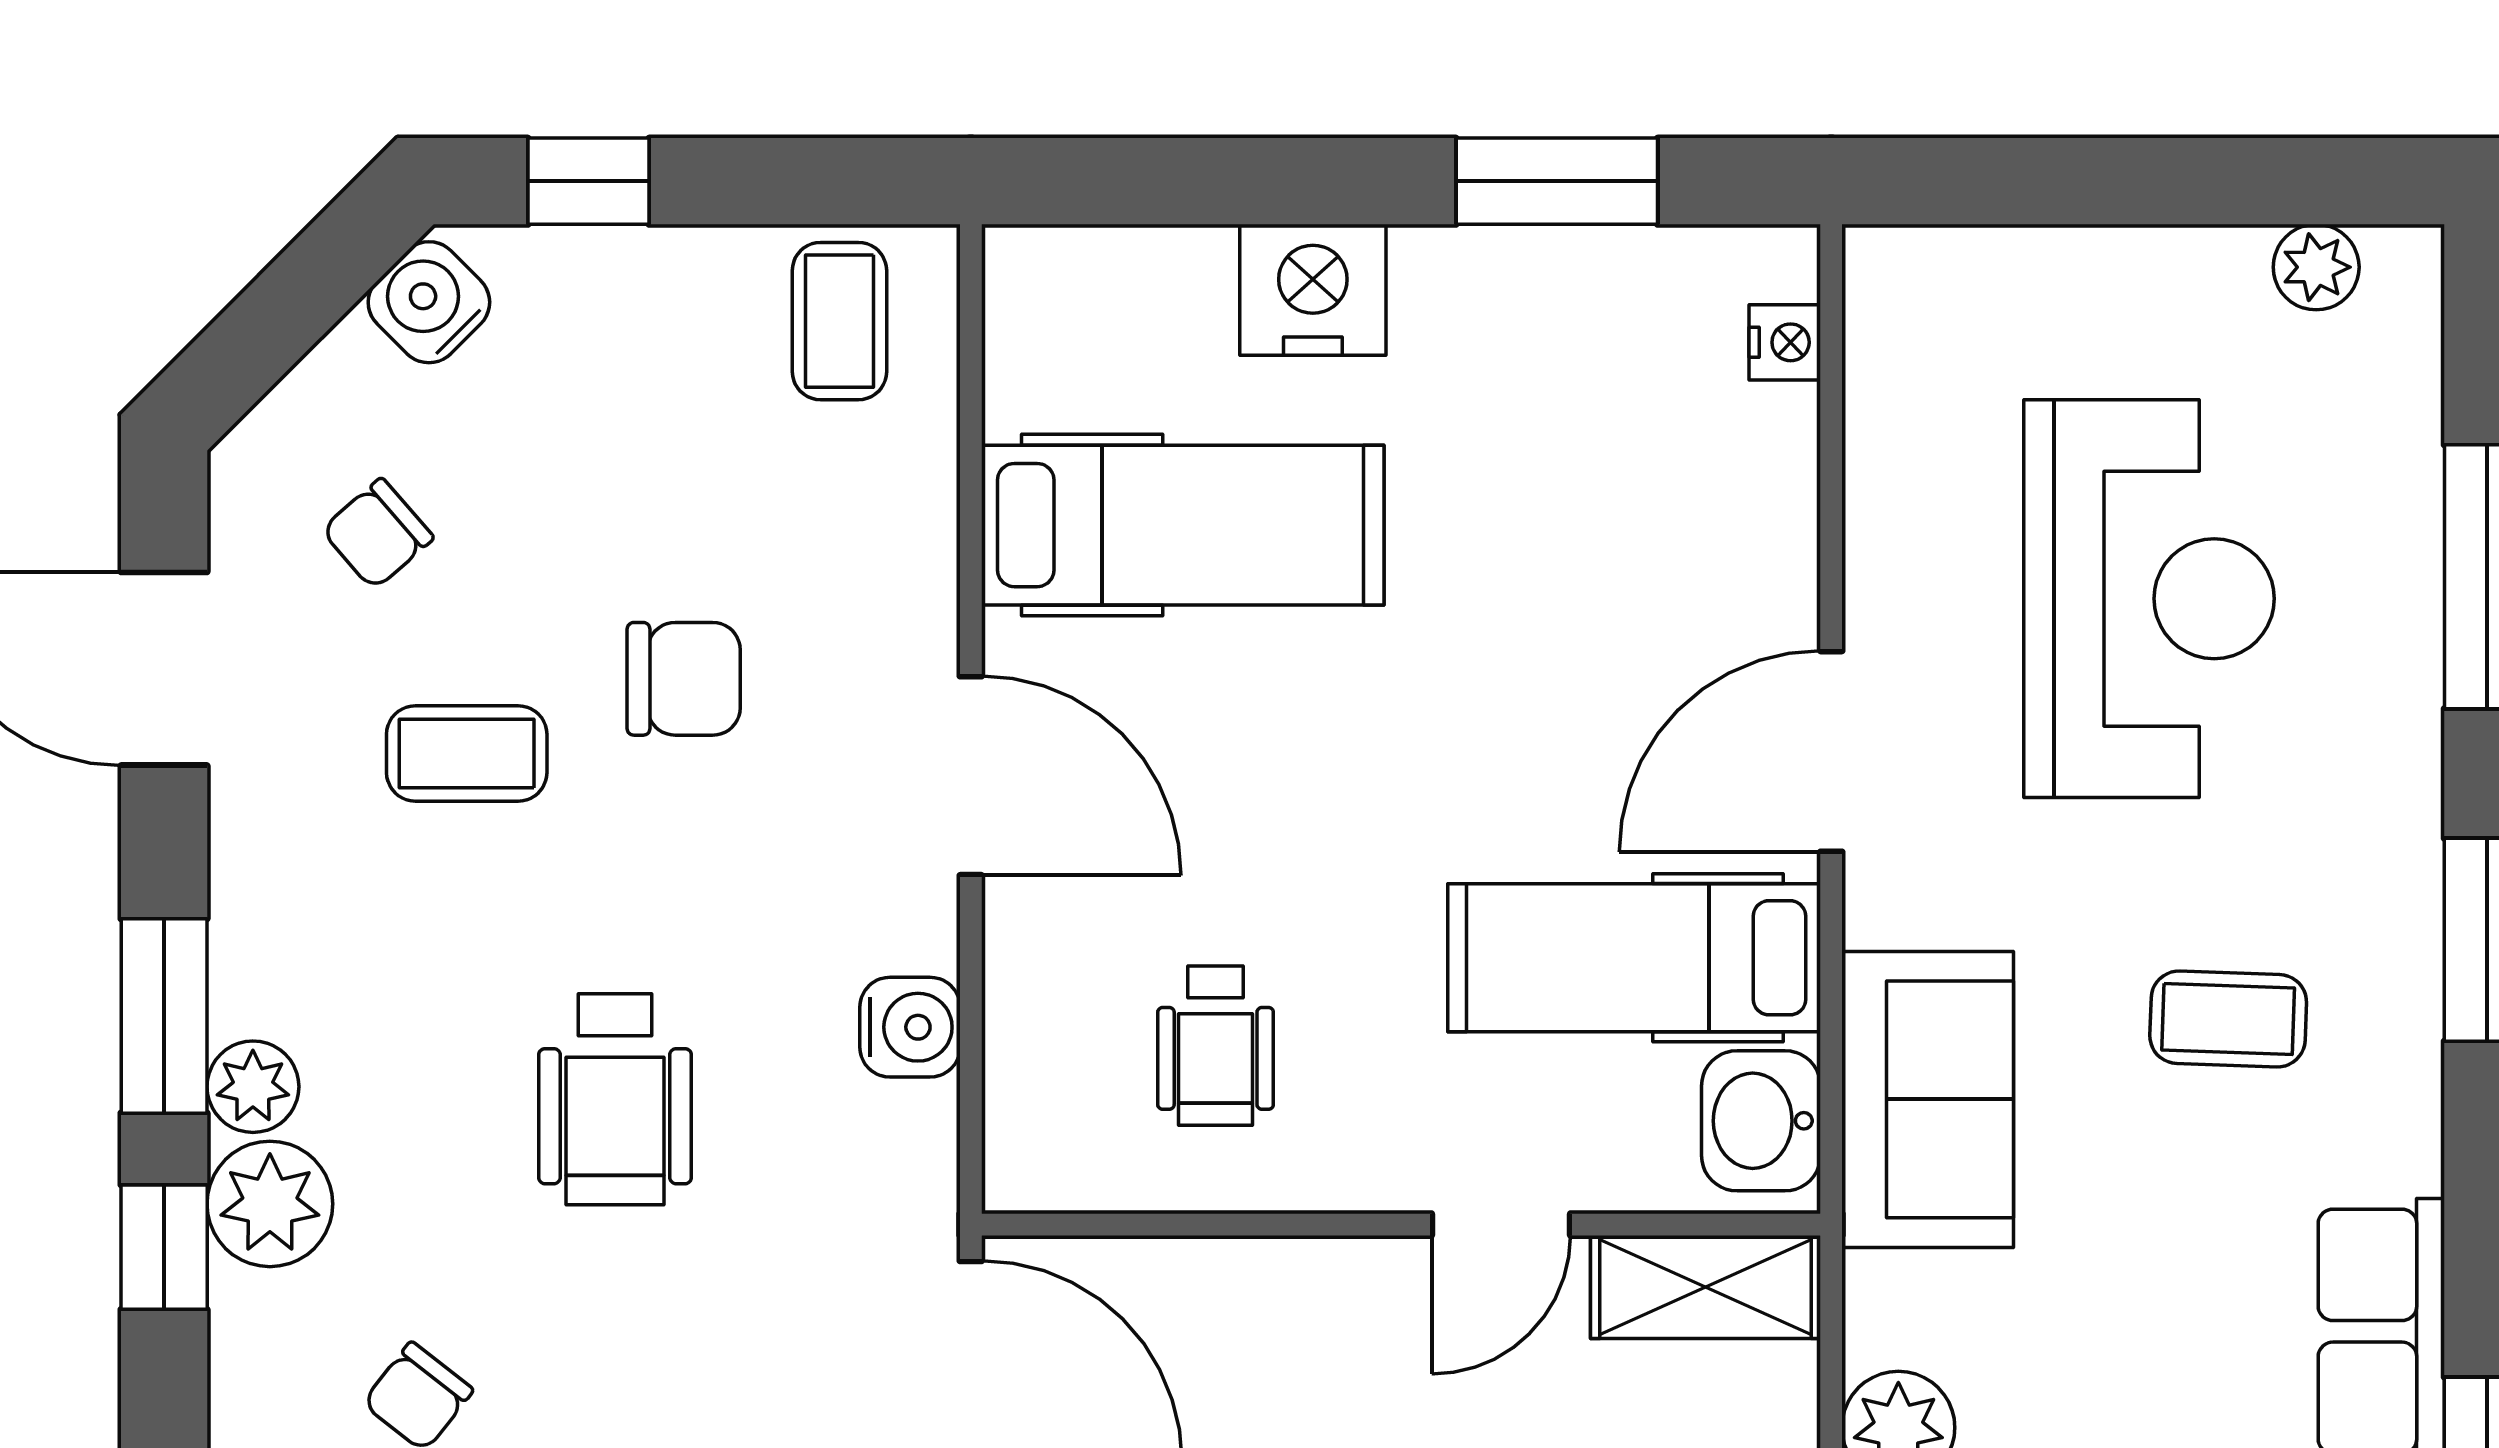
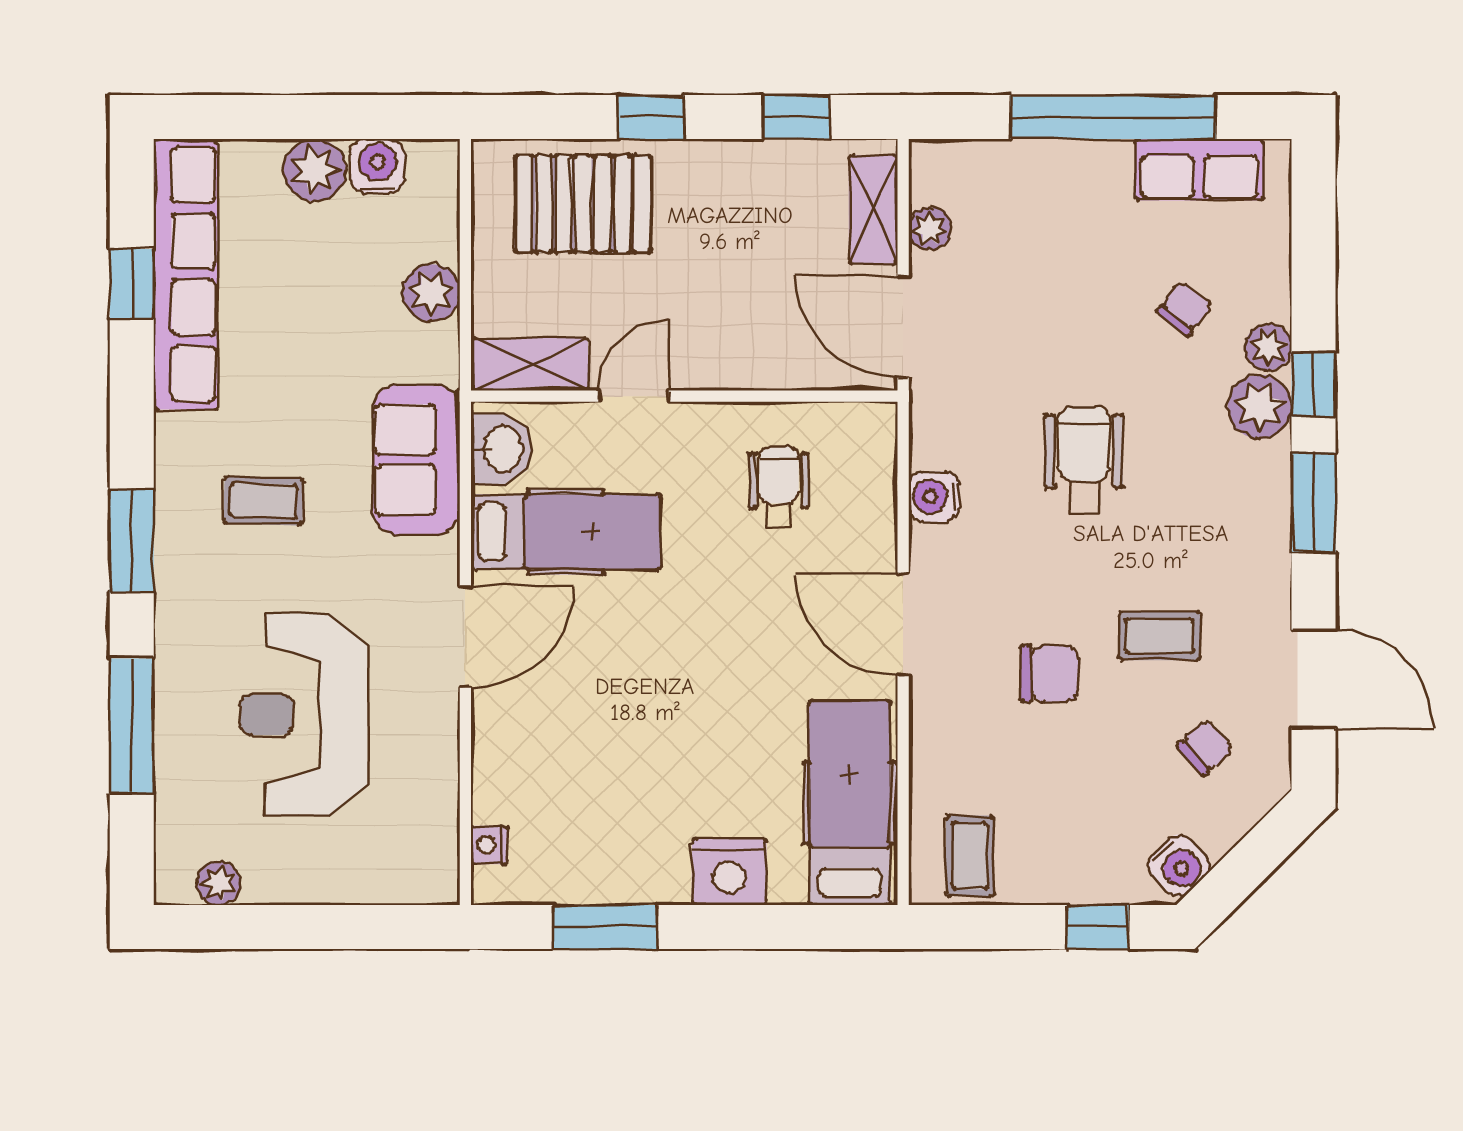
hospital bed: (1183, 525) -> (850, 803), moved, turned 90
chair: (684, 679) -> (1049, 674), turned 180
plant: (253, 1087) -> (1268, 347), moved

